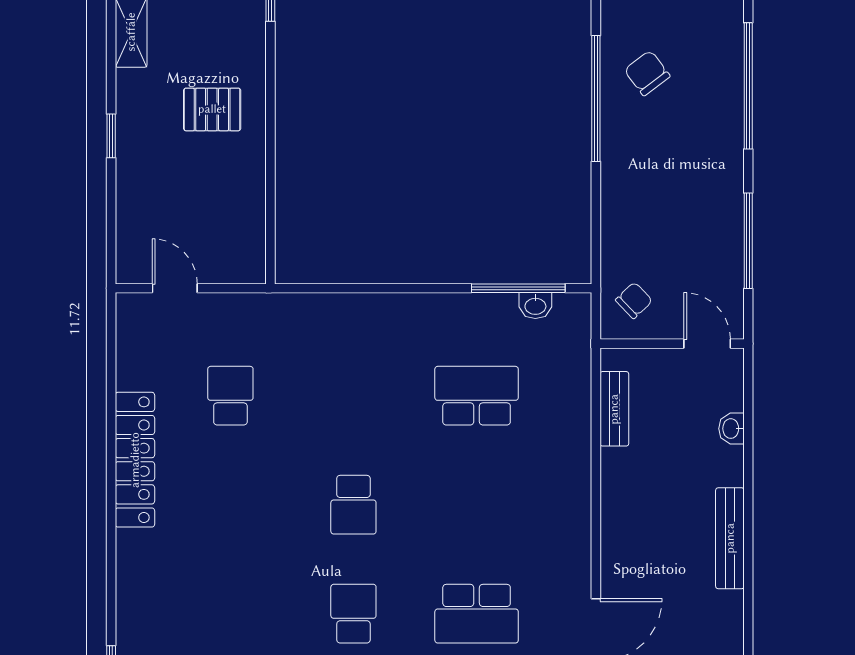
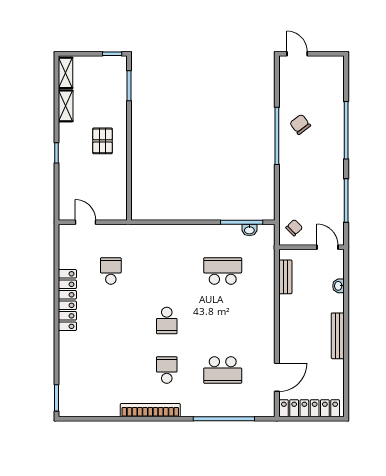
pallet: (212, 109) -> (102, 141), turned 90

